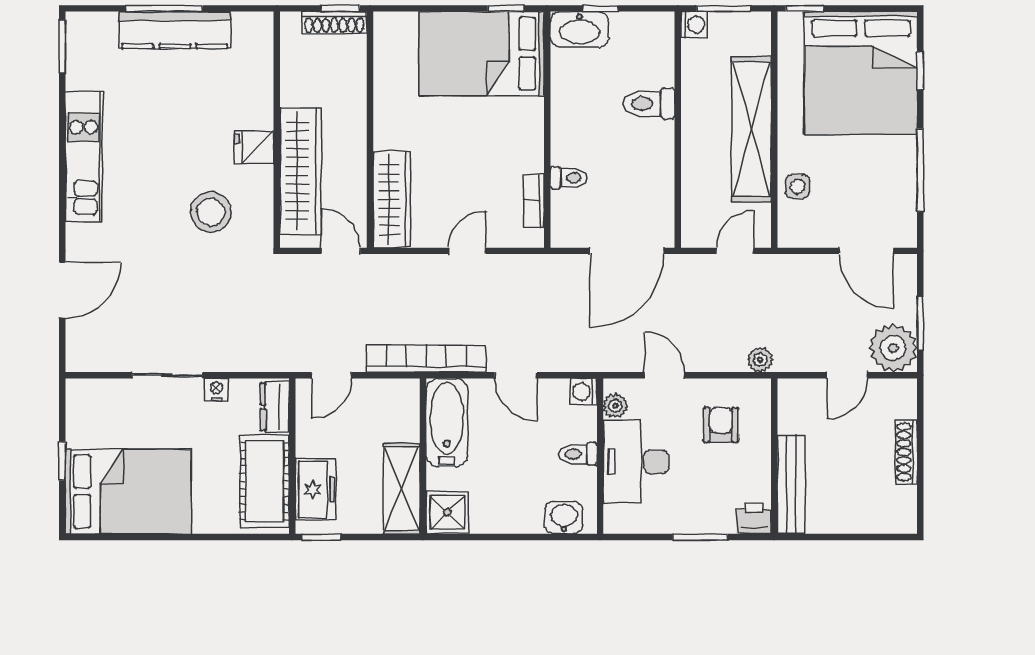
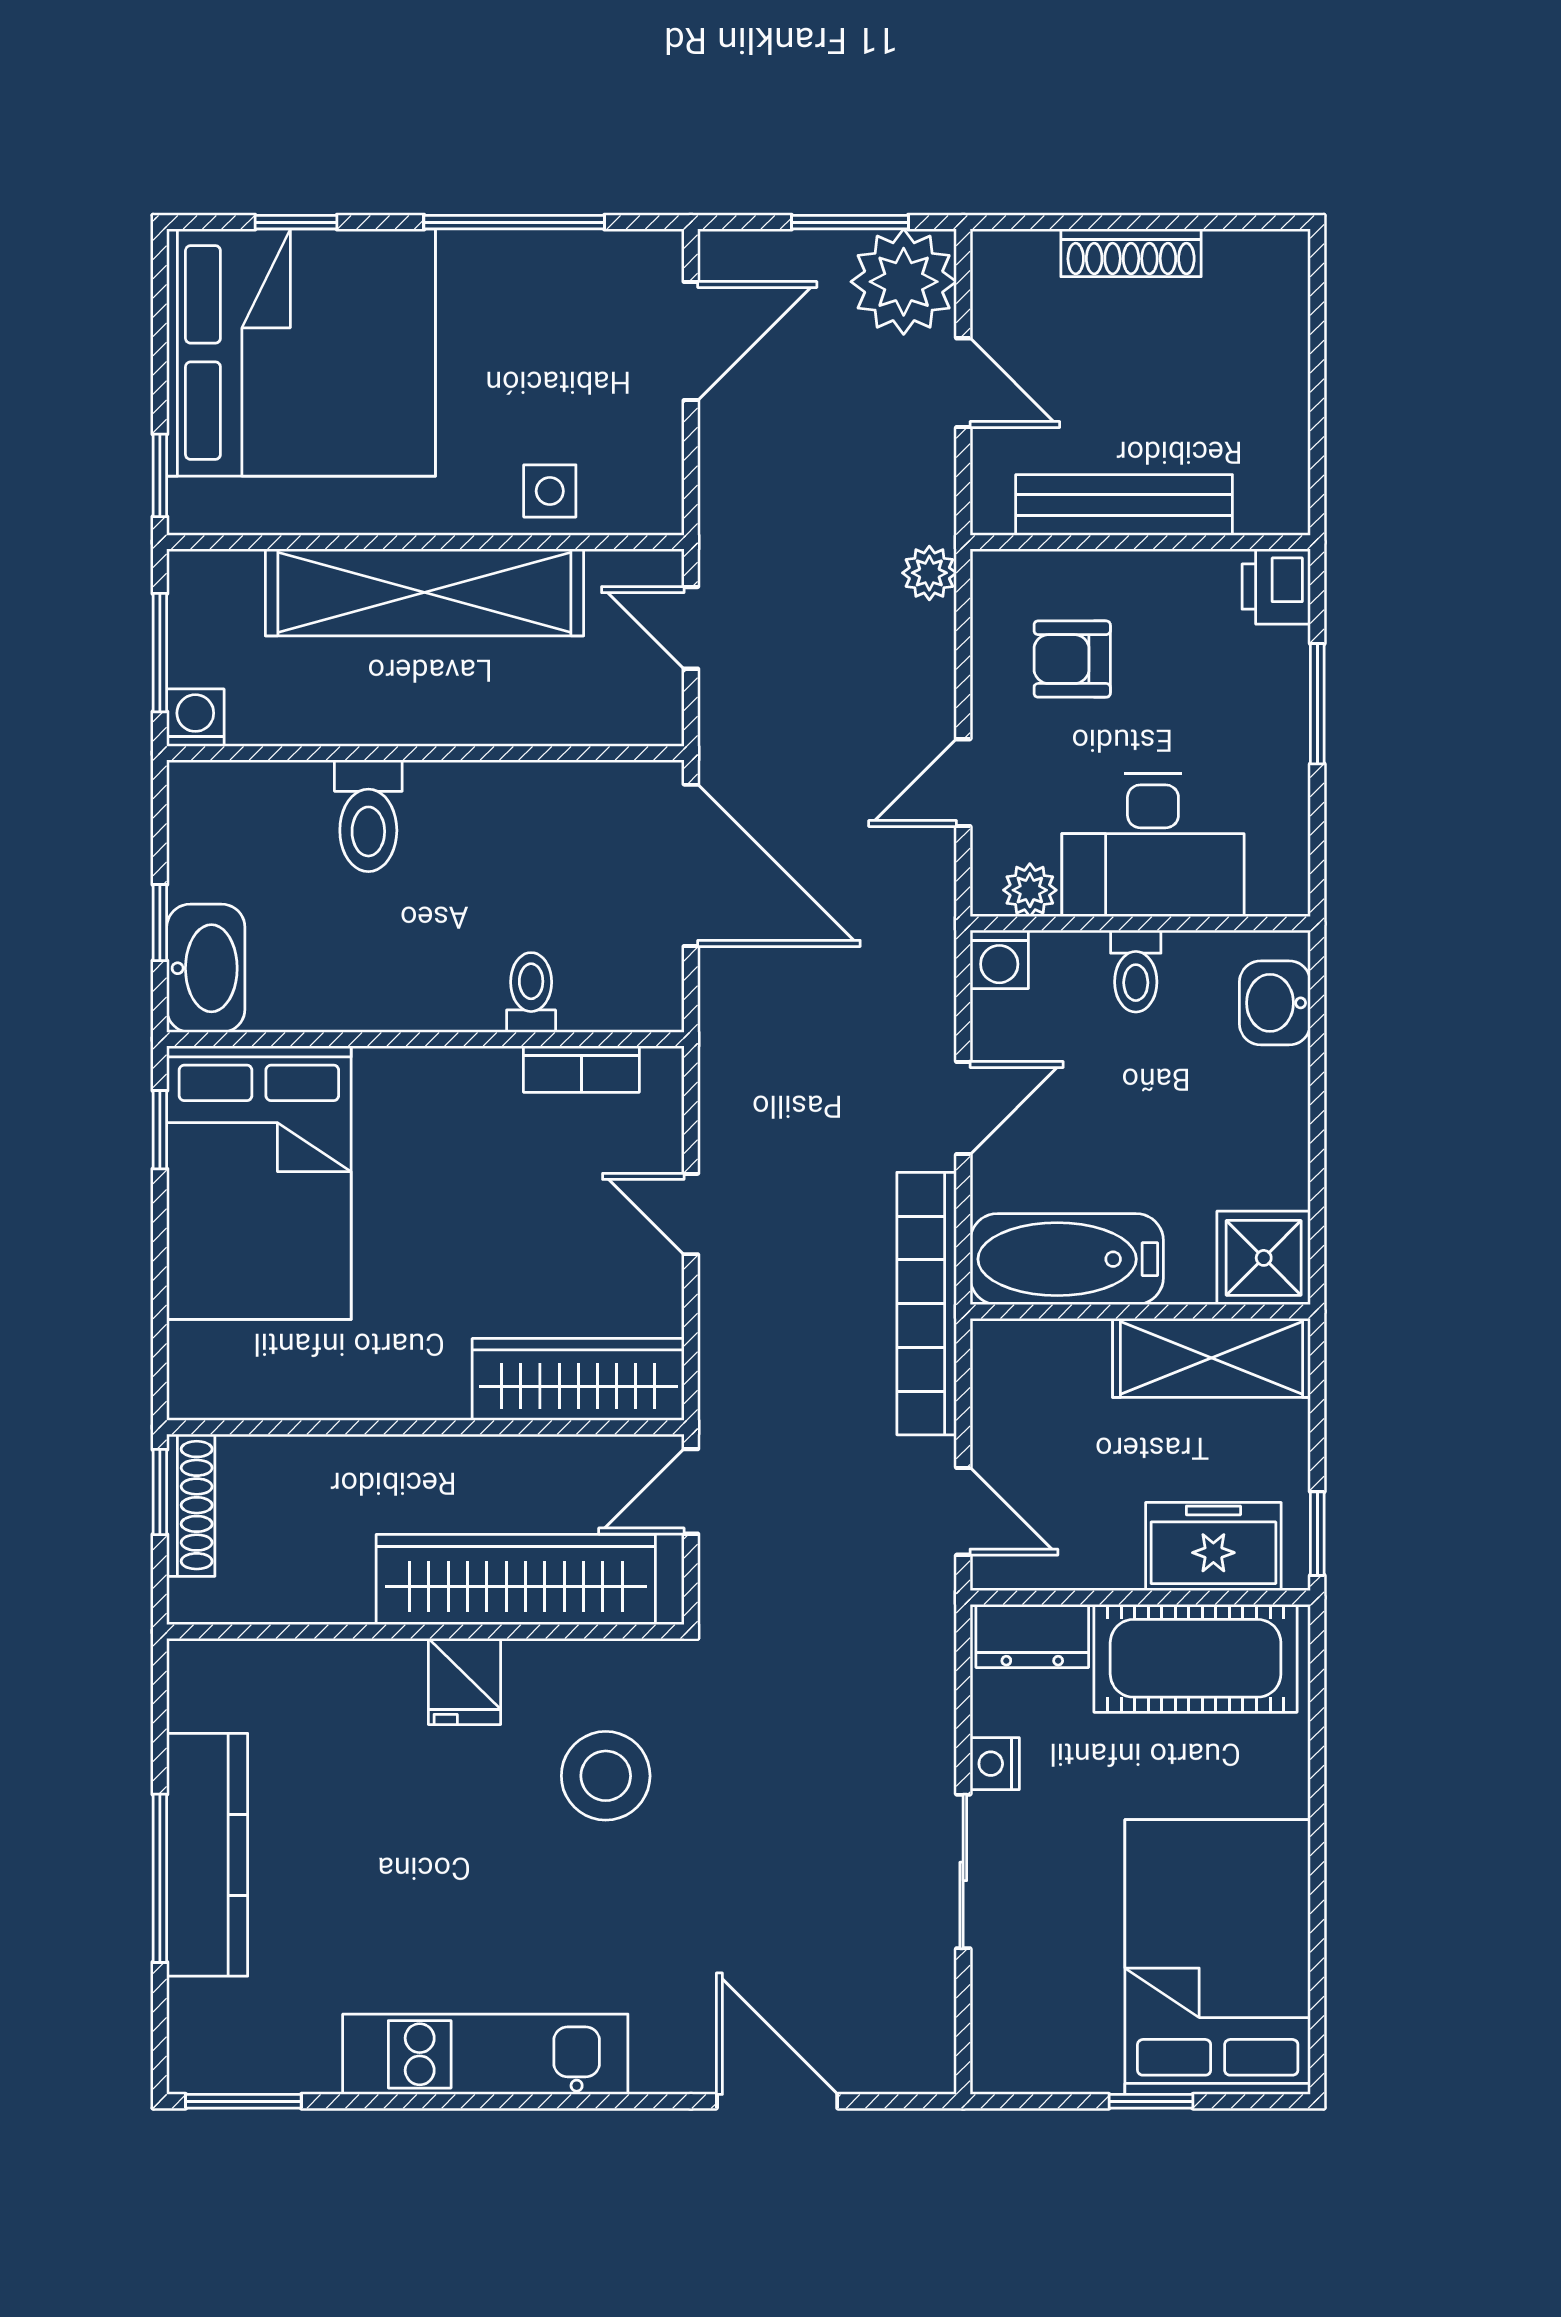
bench: (791, 484) -> (1124, 505), moved

